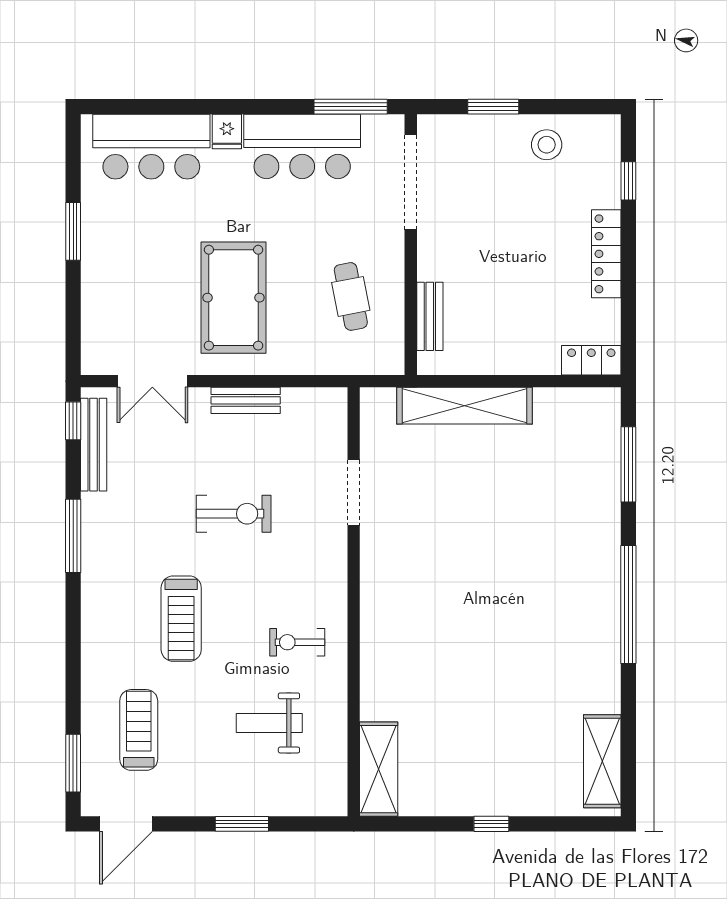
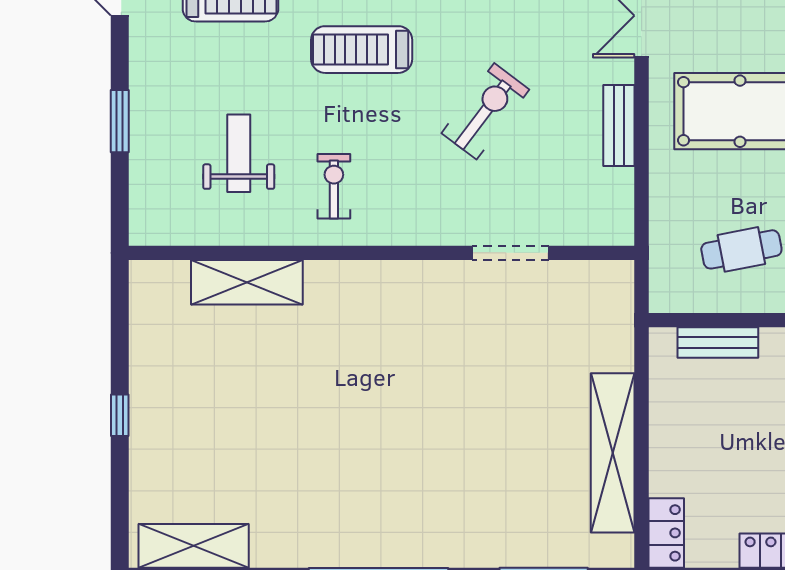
shelving: (465, 406) -> (613, 453), moved
exercise bike: (234, 514) -> (485, 111), turned -143
shelving: (379, 769) -> (247, 282), moved

